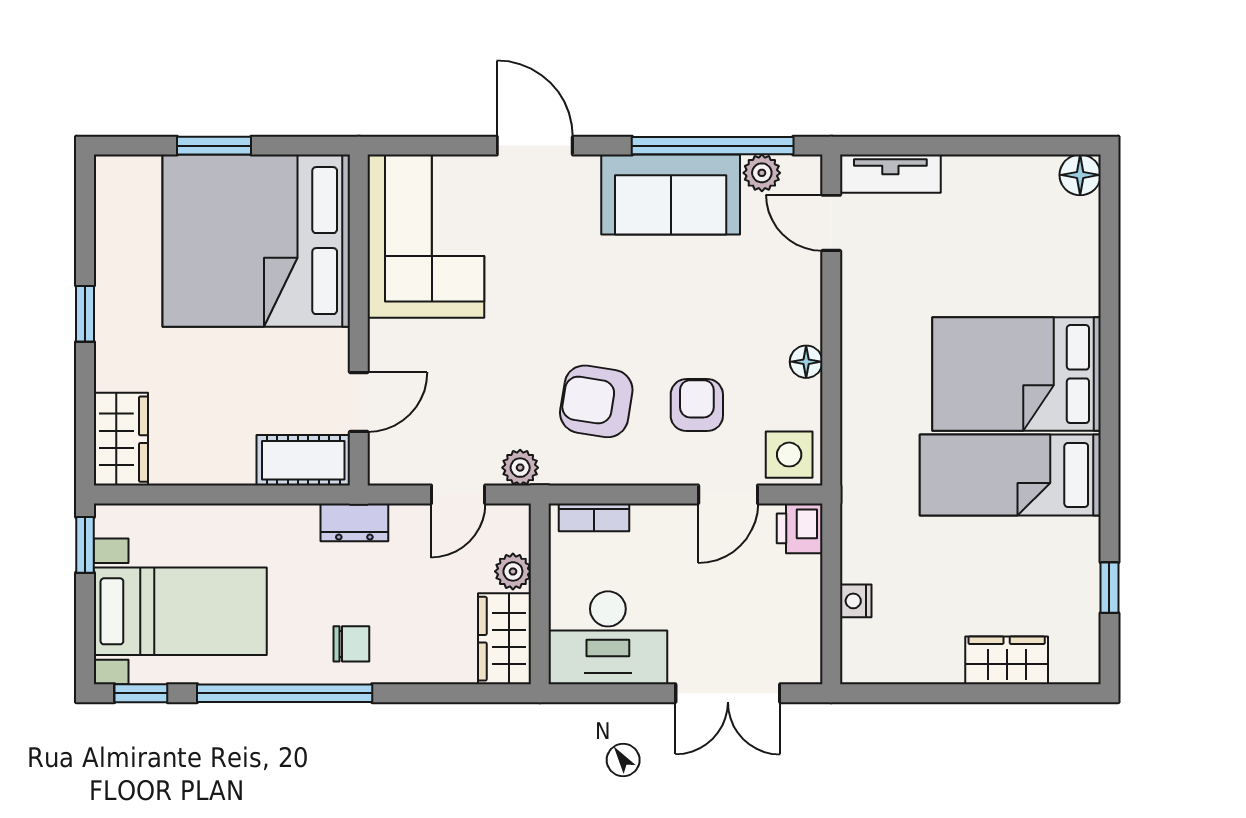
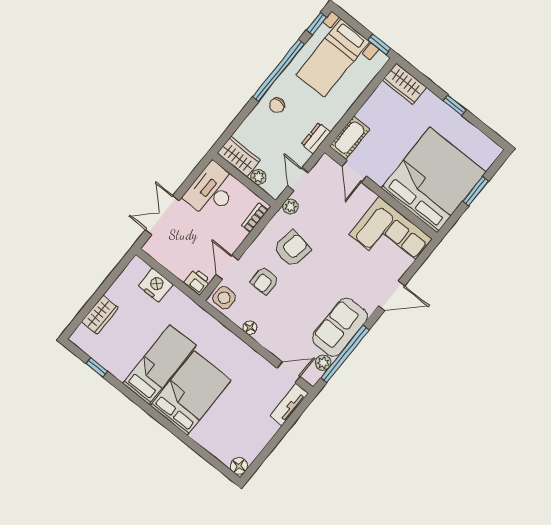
armchair: (697, 405) -> (264, 281), turned 90
nightstand: (856, 601) -> (156, 285), width x1.89, depth x1.79

